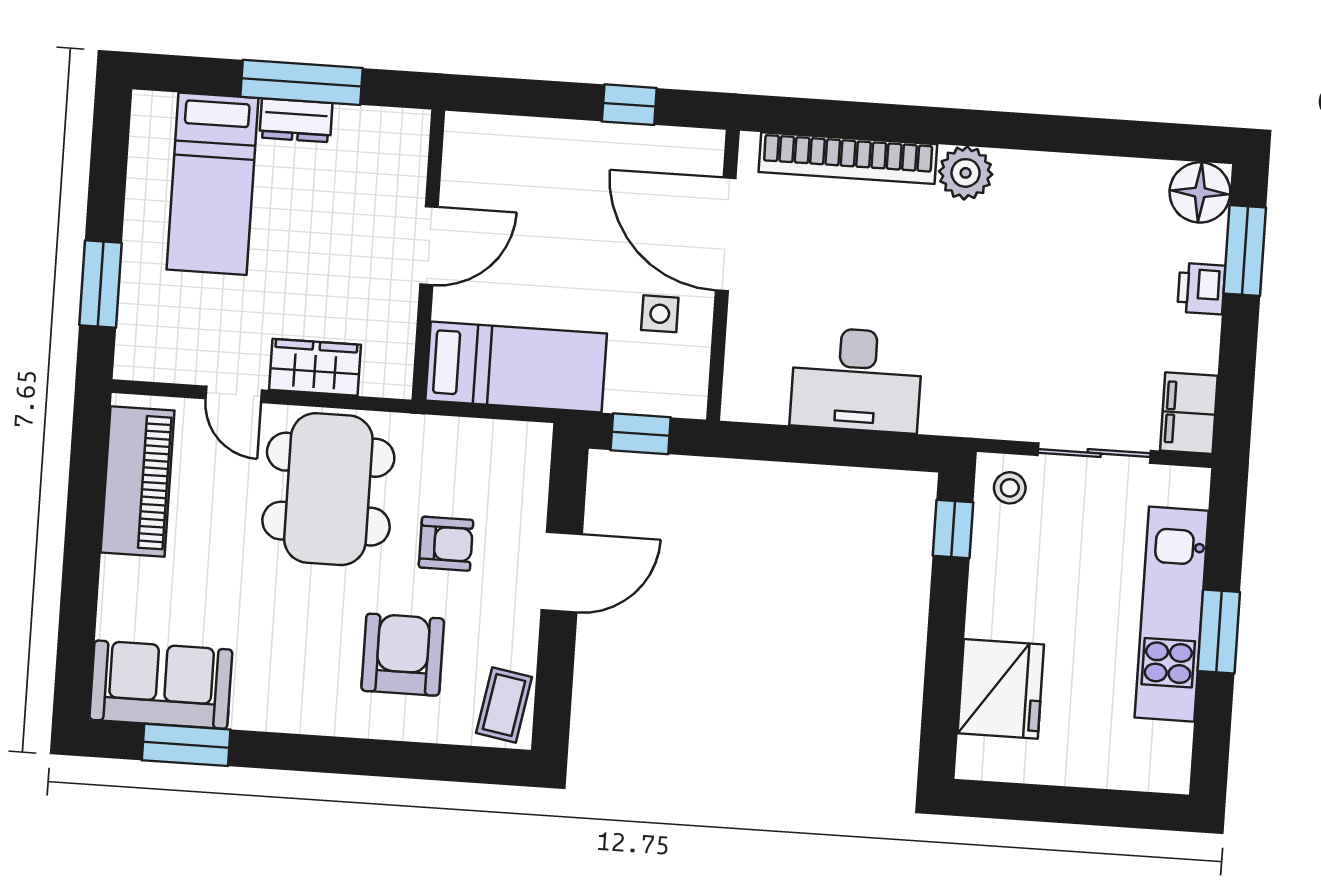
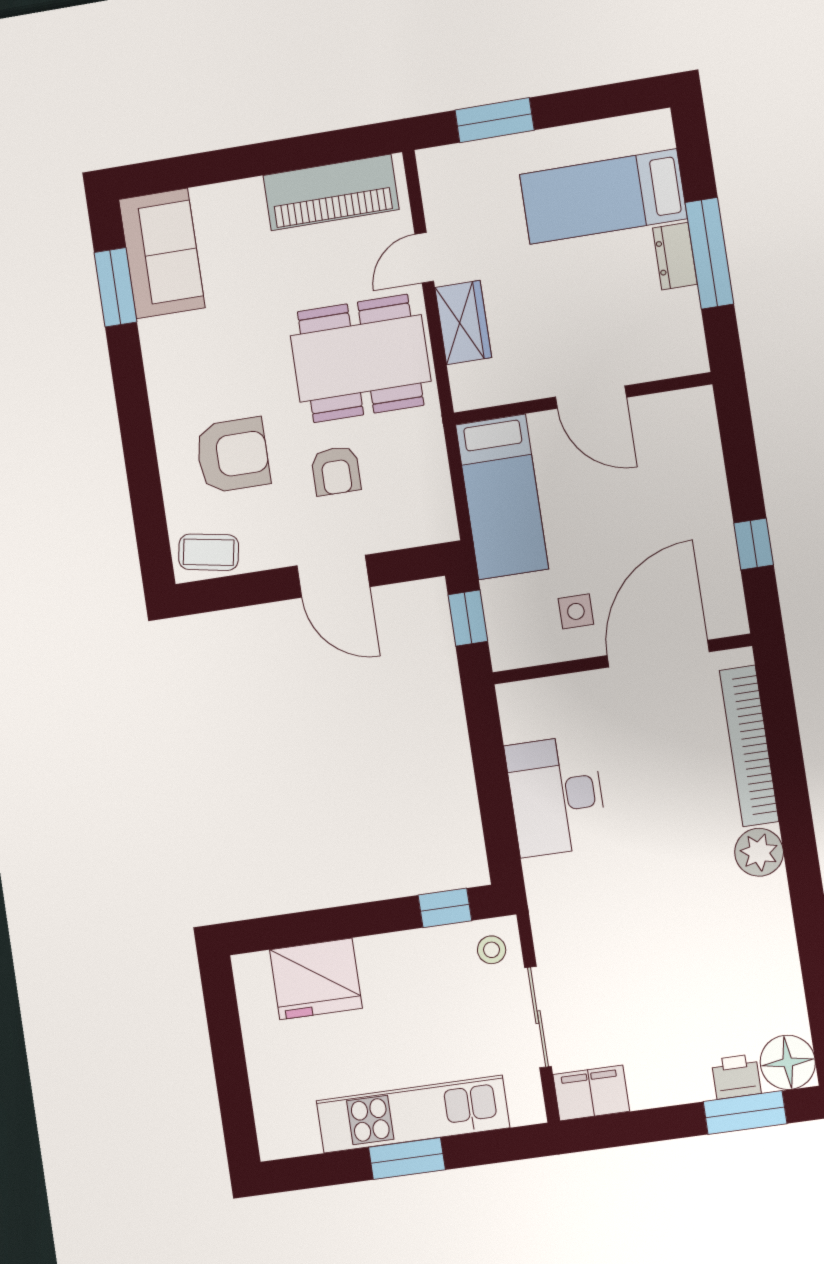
printer: (1201, 289) -> (736, 1077), moved

